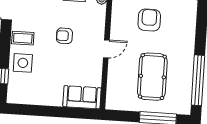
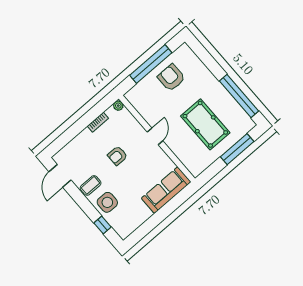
armchair: (149, 20) -> (171, 78), moved
sofa: (82, 97) -> (166, 190), width x1.36

